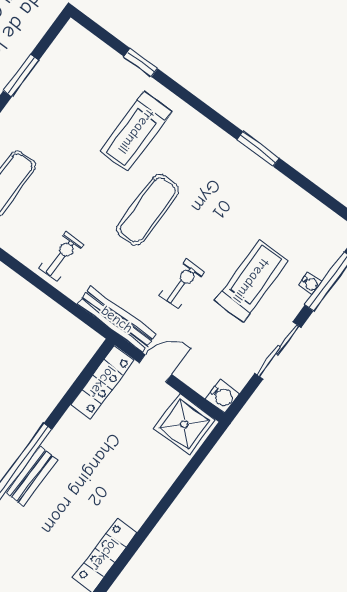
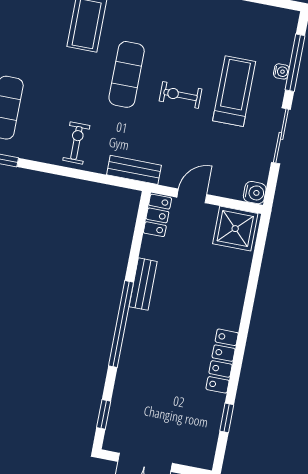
exercise bike: (182, 284) -> (180, 95), moved, turned -90
bench: (117, 319) -> (134, 170), width x0.73
locker: (102, 382) -> (157, 215), width x0.66
bench: (32, 476) -> (143, 284), moved

